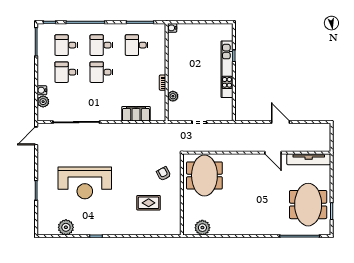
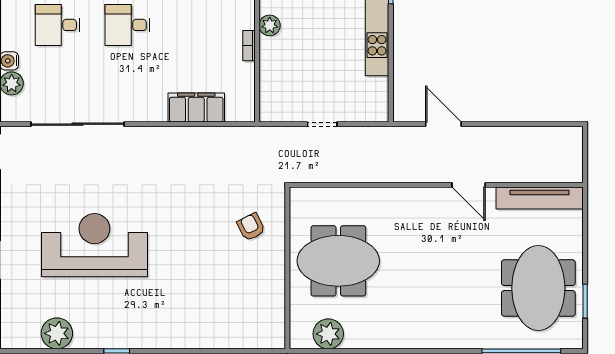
plant: (173, 96) -> (270, 25), moved
door: (280, 122) -> (443, 124), moved
meeting table: (204, 175) -> (338, 261), moved, turned 90
reception desk: (85, 183) -> (94, 245), turned 180
rug: (149, 203) -> (221, 285), removed

